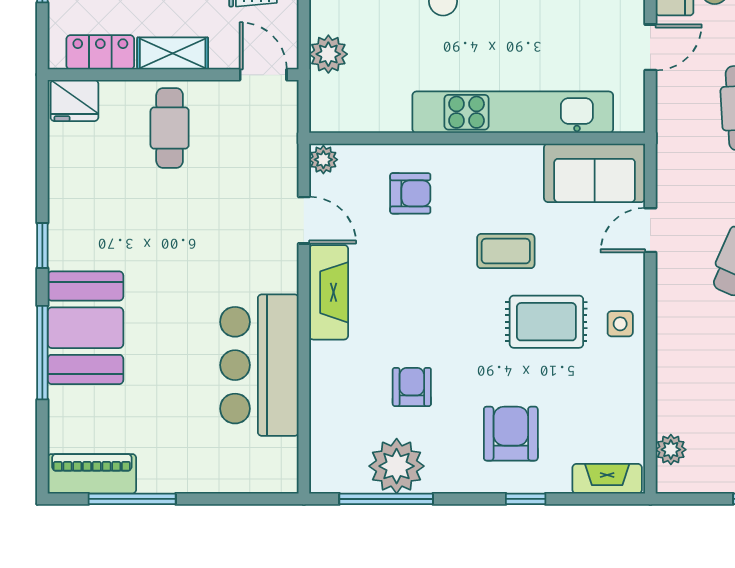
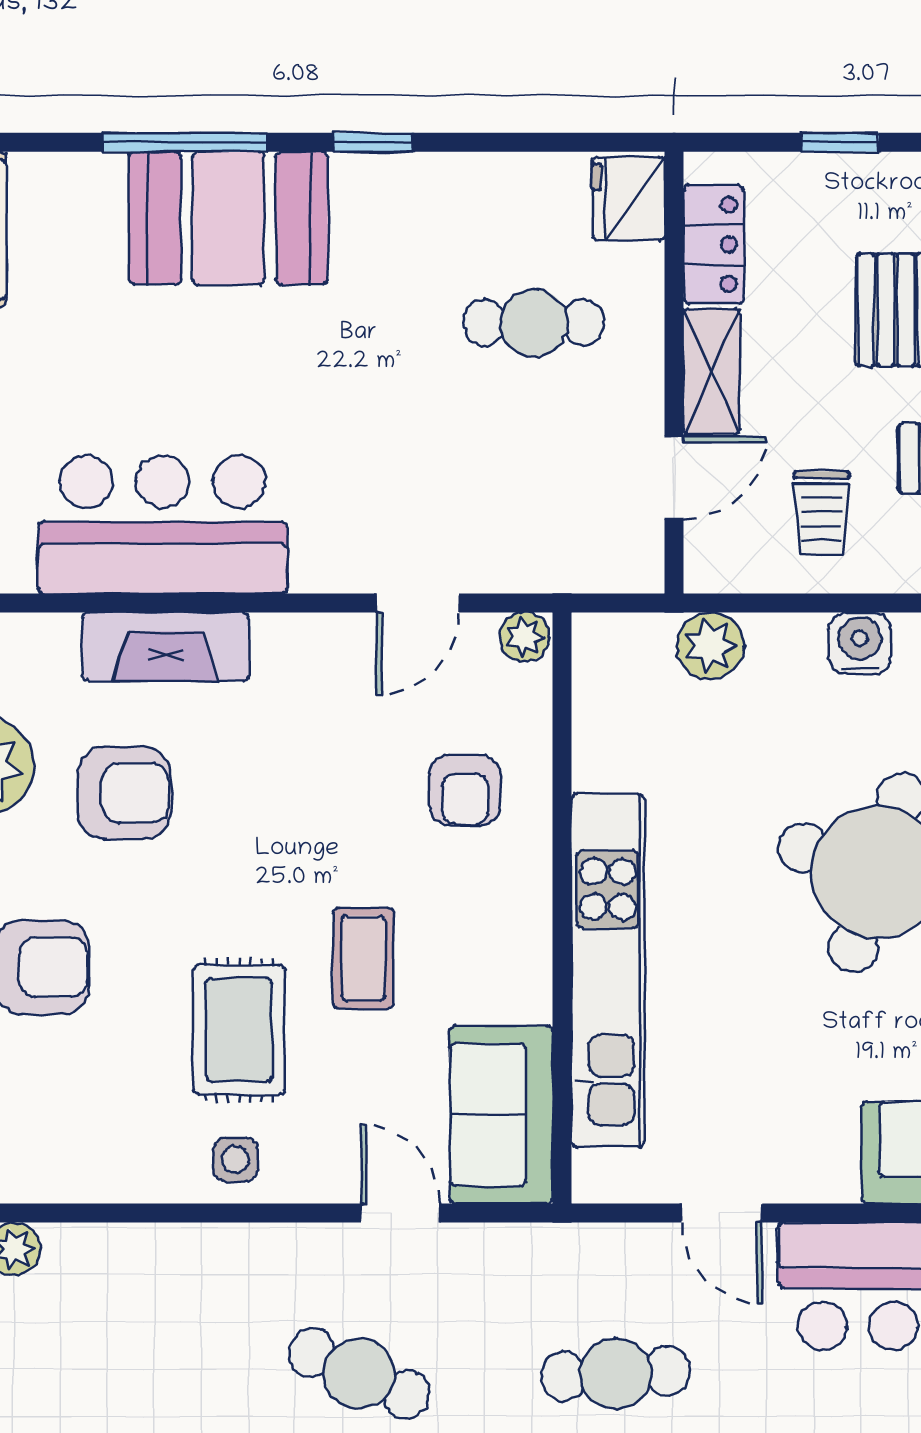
door: (263, 75) -> (674, 478), moved
cafe table: (170, 128) -> (534, 323), moved
fireplace: (329, 292) -> (165, 647), moved
armchair: (412, 387) -> (124, 793), width x1.38, depth x1.38

